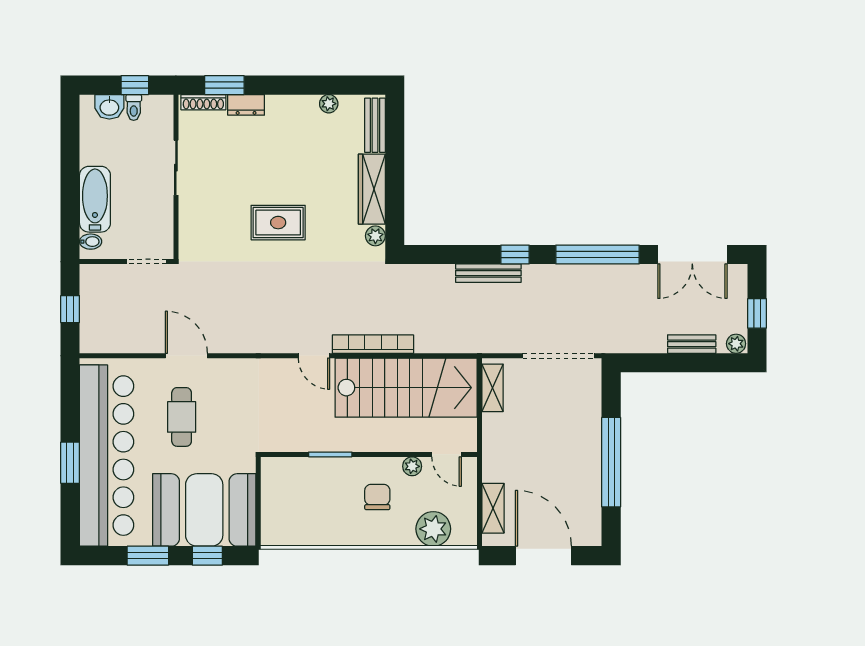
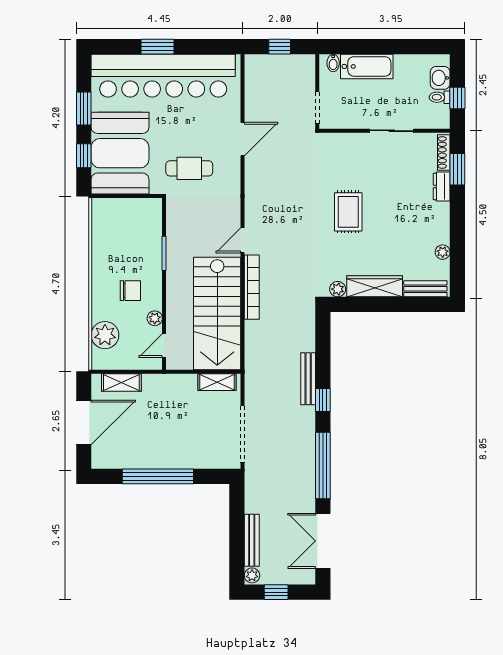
bench: (692, 344) -> (252, 540), width x1.36
cafe table: (182, 417) -> (189, 168), moved

